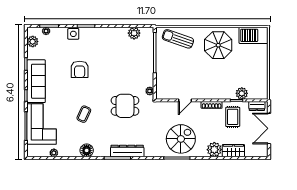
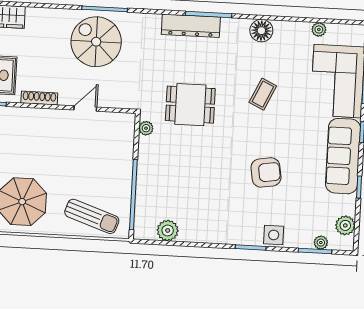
armchair: (80, 69) -> (266, 172), turned 81
spiral stairs: (181, 139) -> (96, 42), turned 90
plant: (214, 150) -> (39, 20), removed

